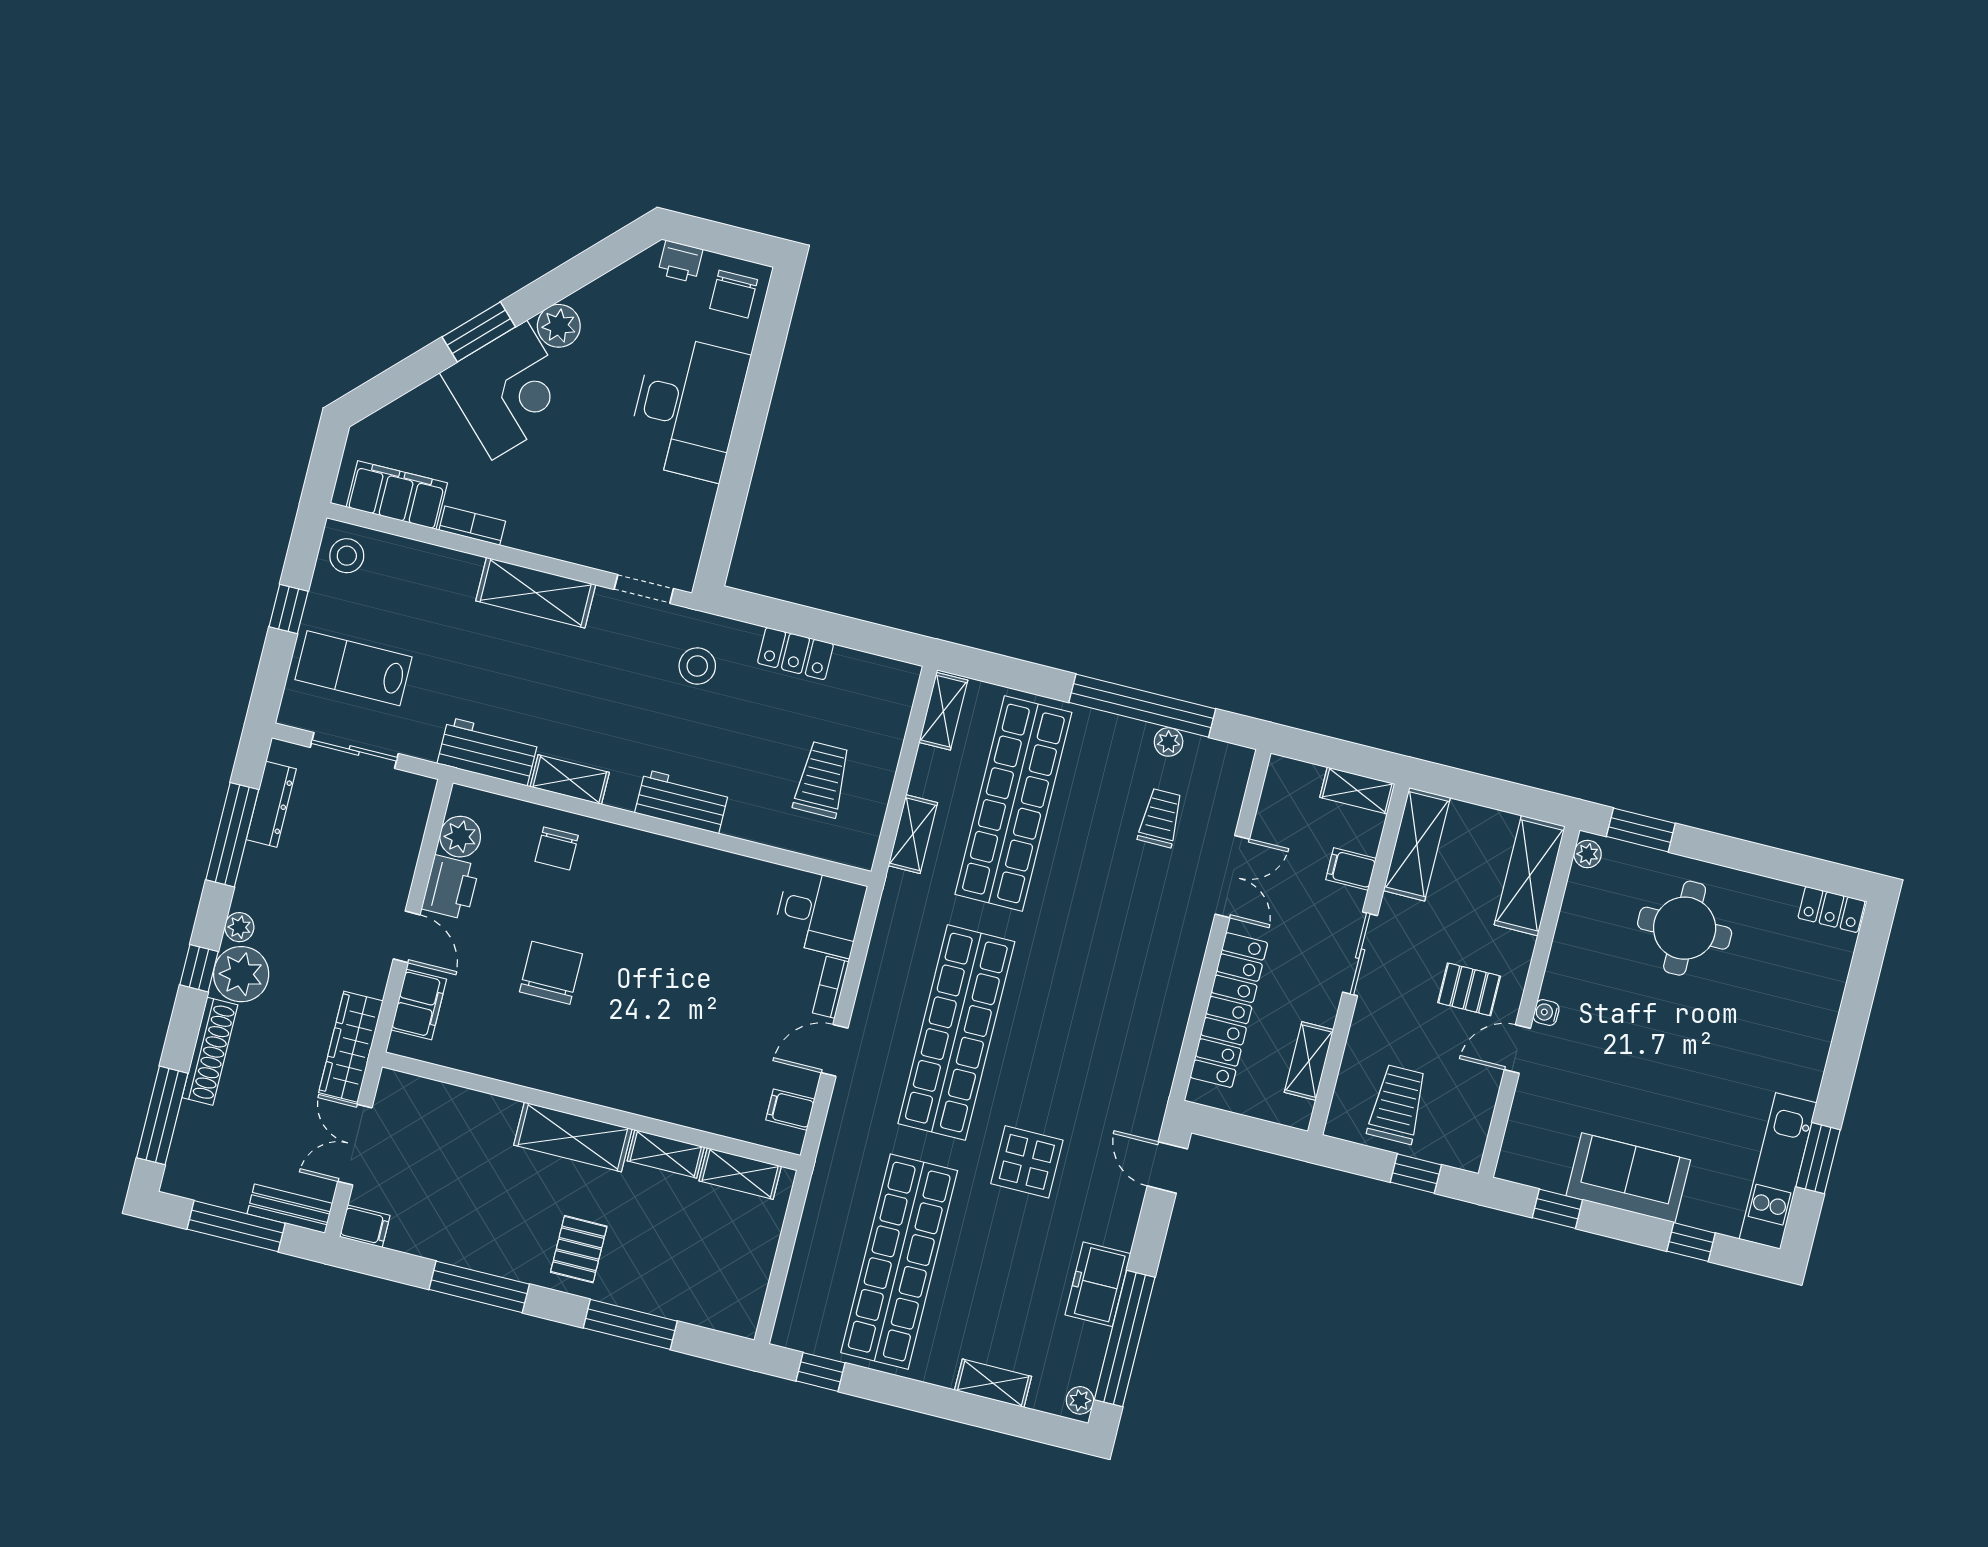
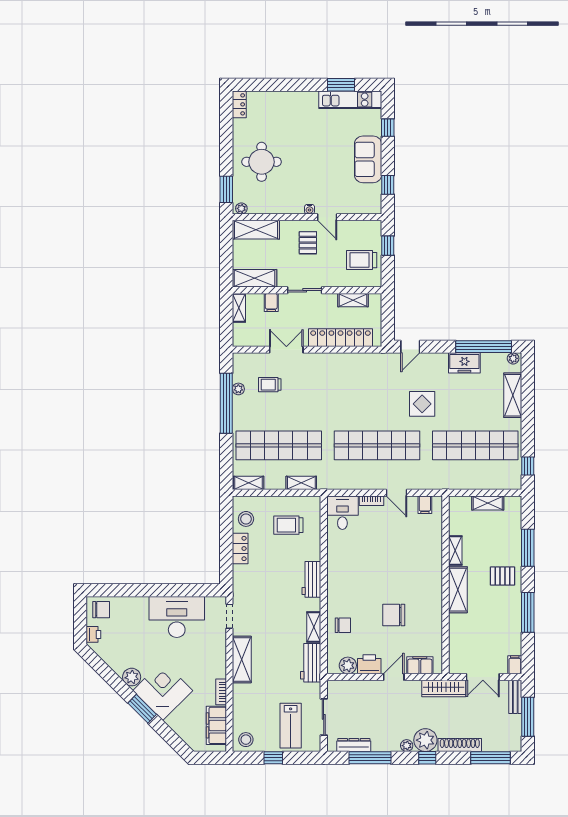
desk: (687, 407) -> (177, 617), moved
stool: (697, 666) -> (246, 519), moved
shelving: (740, 1174) -> (488, 503), moved, turned 90
shelving: (993, 1383) -> (513, 395), width x1.50, depth x1.33

